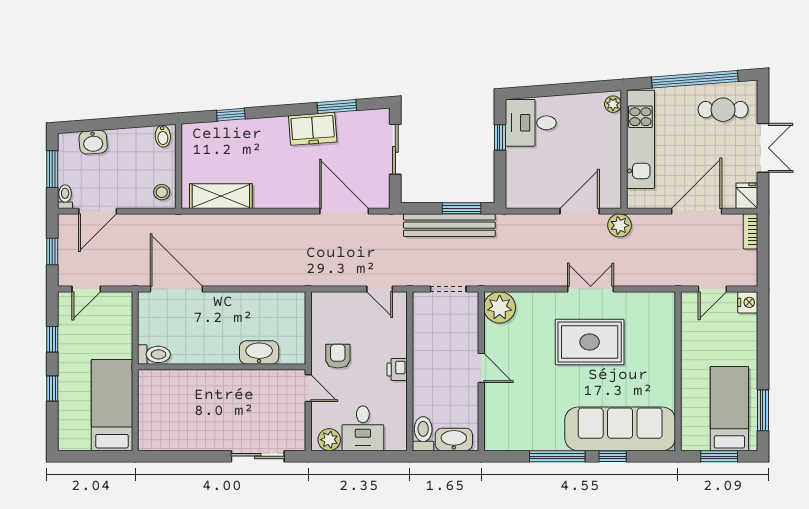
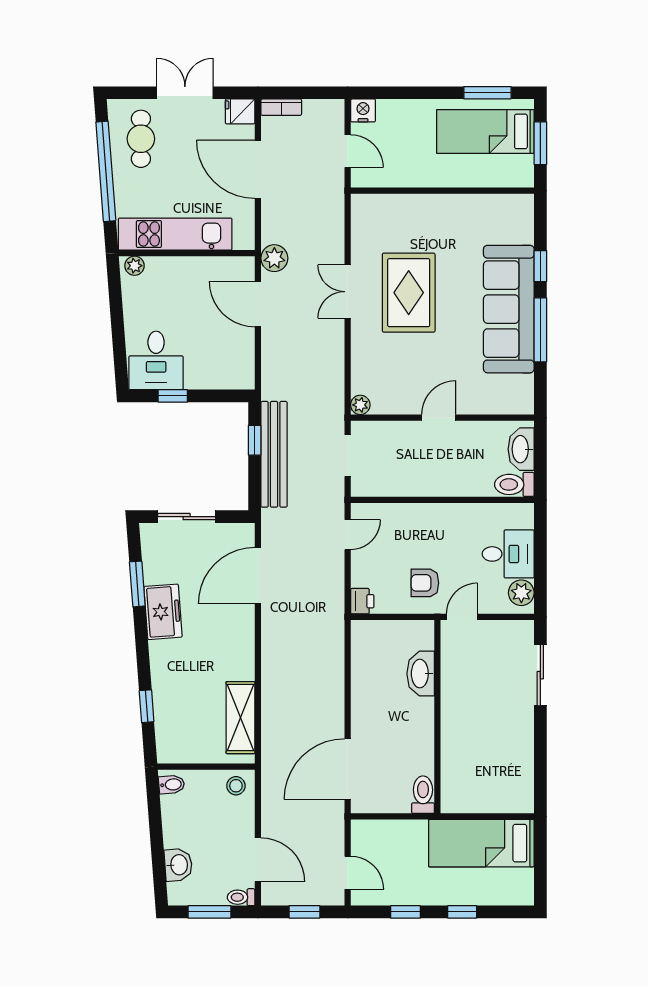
window: (462, 208) -> (255, 440), width x0.67
plant: (500, 307) -> (360, 405), width x0.53, depth x0.53
printer: (397, 369) -> (362, 601), moved, turned -90
sofa: (620, 429) -> (509, 309), moved

